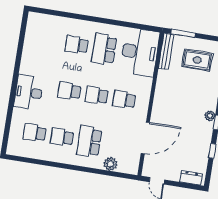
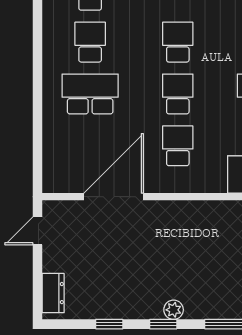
door: (145, 138) -> (114, 197), swing flipped
plant: (111, 164) -> (55, 140), removed

